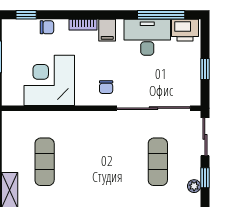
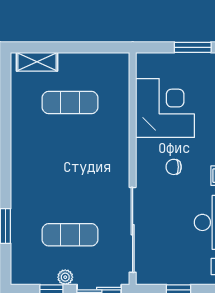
chair: (106, 87) -> (174, 167), moved
plant: (194, 186) -> (65, 277), moved

